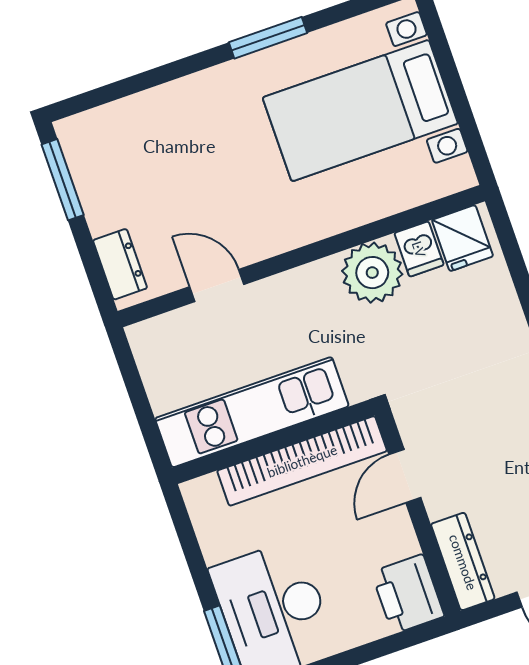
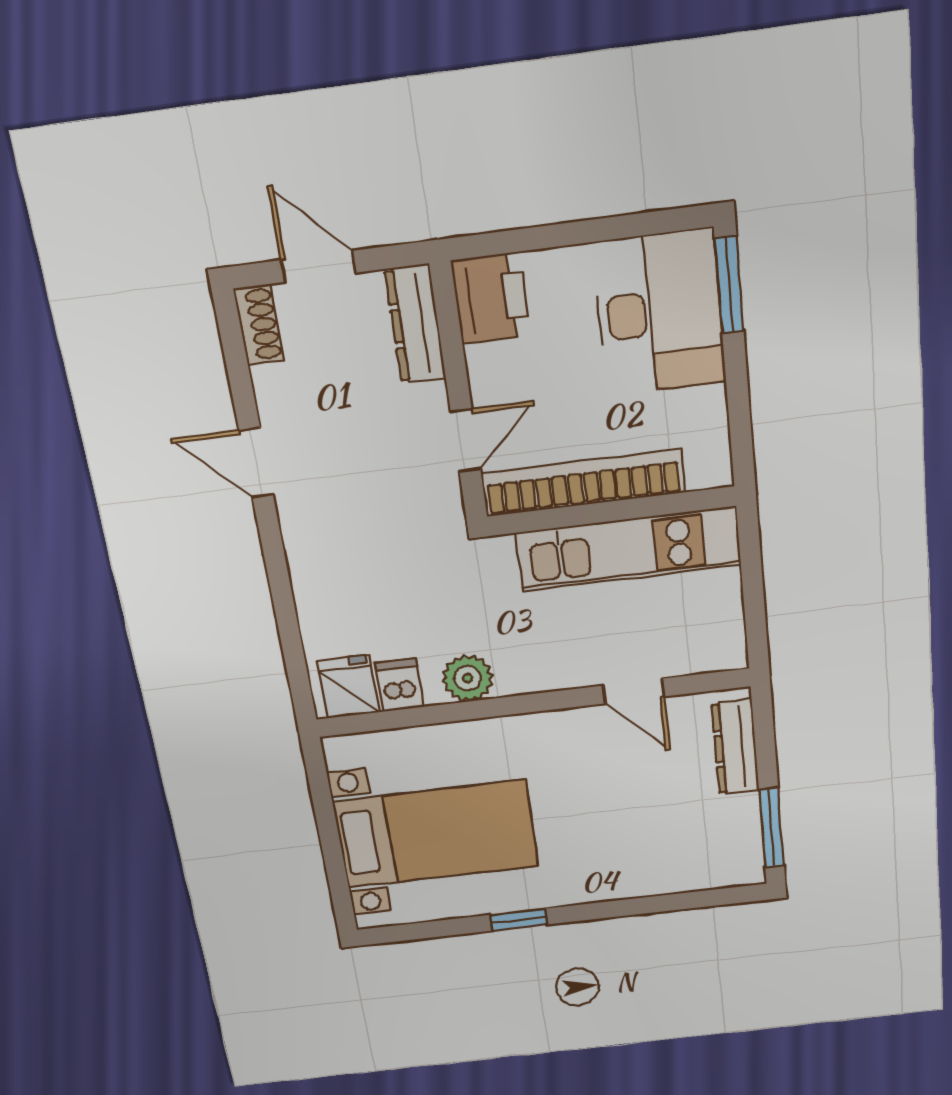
window: (268, 38) -> (519, 920), width x0.67
dresser: (120, 264) -> (735, 747), width x1.44
plant: (372, 273) -> (468, 678), width x0.73, depth x0.73

